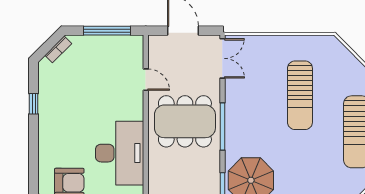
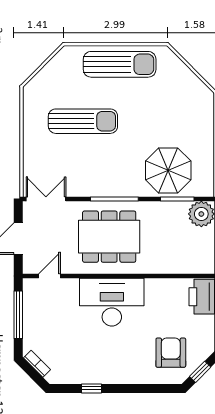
door: (146, 80) -> (50, 276), moved
dining table: (185, 121) -> (109, 237), turned 90
desk: (120, 153) -> (112, 302), moved

